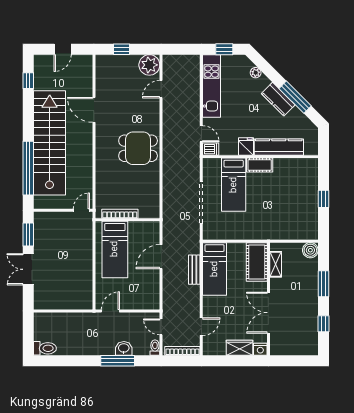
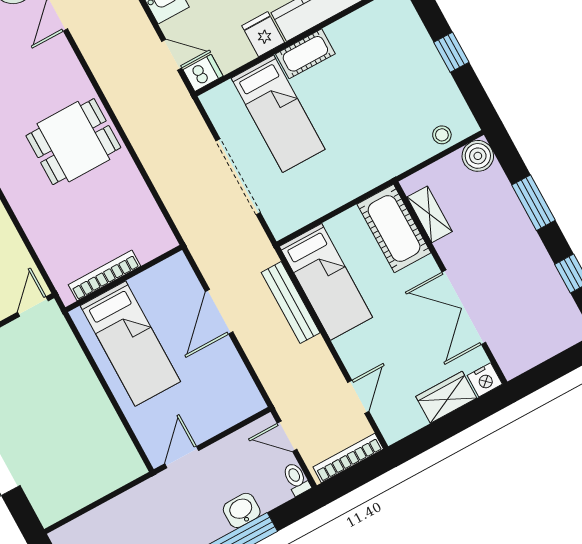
stool: (300, 233) -> (442, 135), added
bench: (194, 270) -> (291, 303), width x1.36

